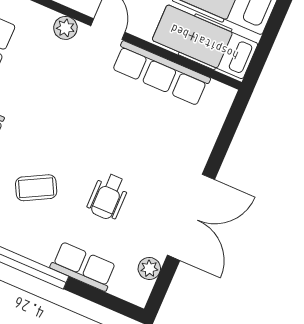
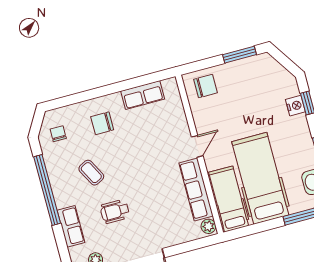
plant: (65, 28) -> (208, 226), moved

